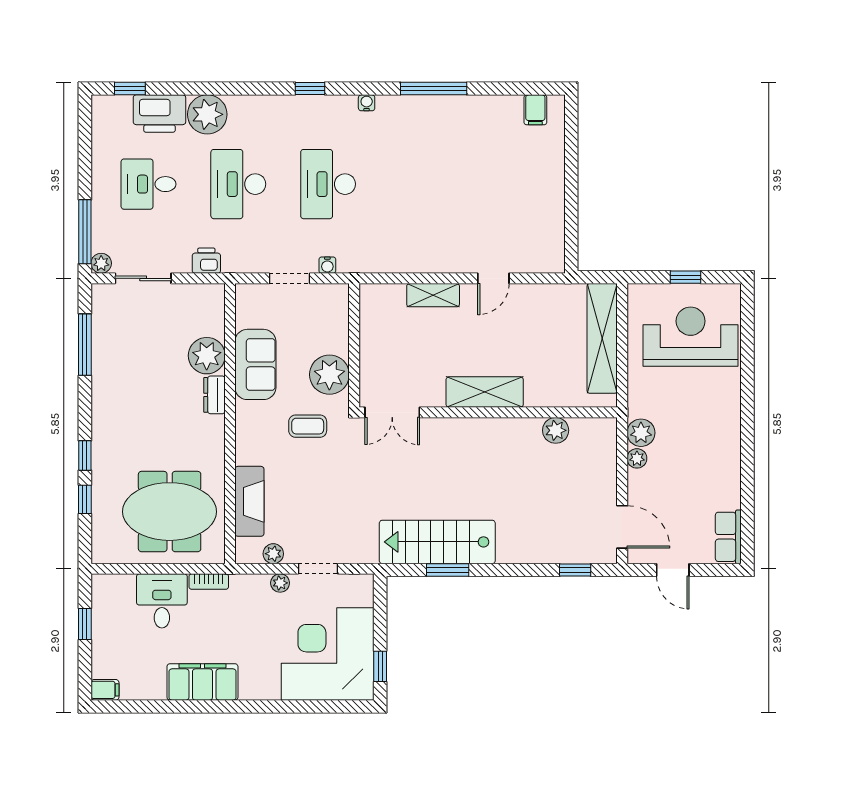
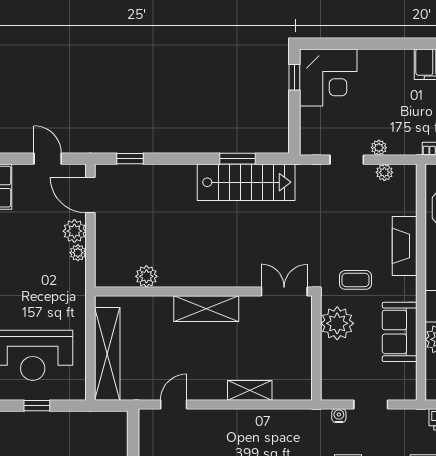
door: (493, 278) -> (174, 404), moved
plant: (641, 433) -> (74, 231), moved
fireplace: (249, 501) -> (405, 246), moved
corner desk: (328, 654) -> (328, 77), width x0.74, depth x0.74

